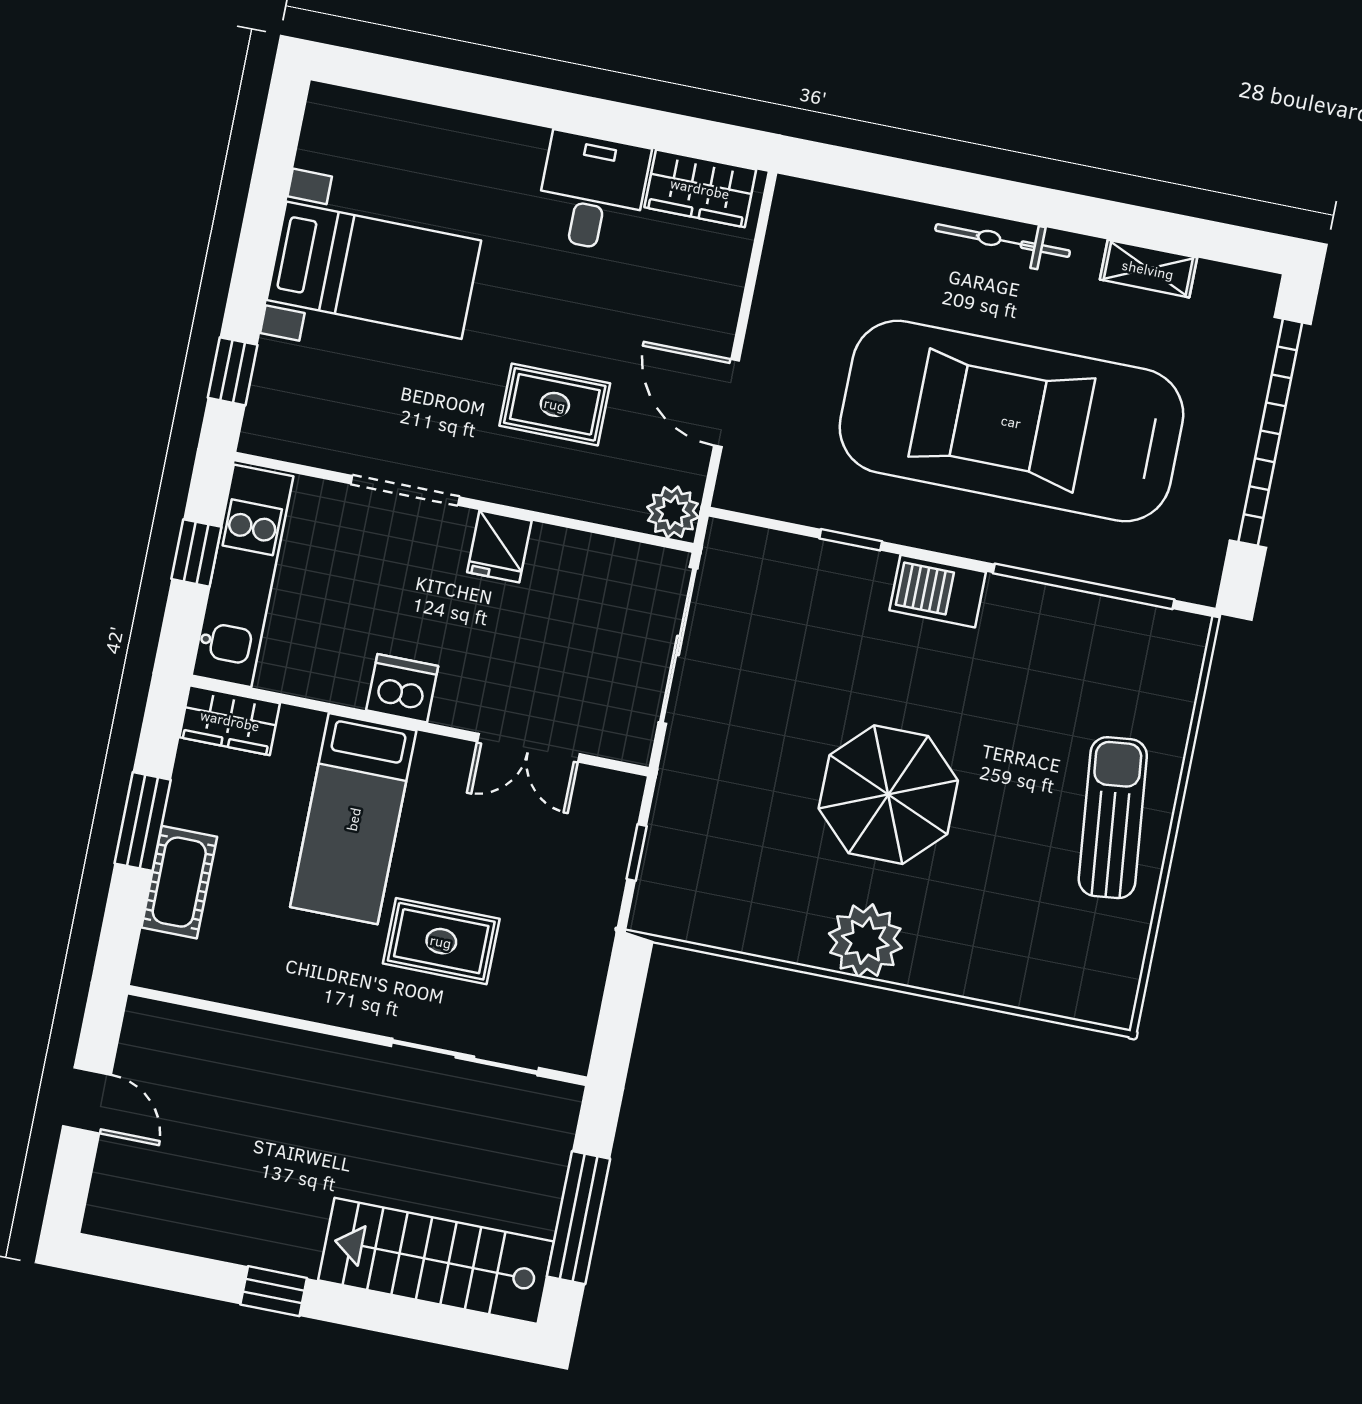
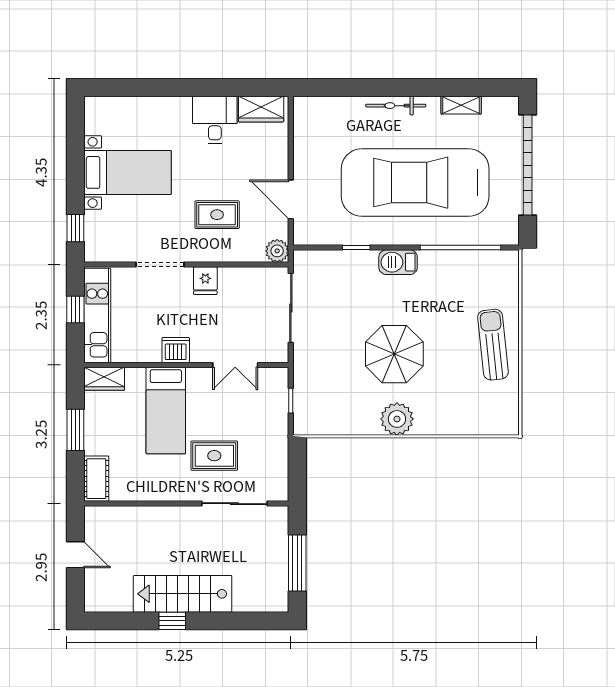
cot: (179, 882) -> (96, 479), moved
stairs: (436, 1261) -> (183, 594), moved

